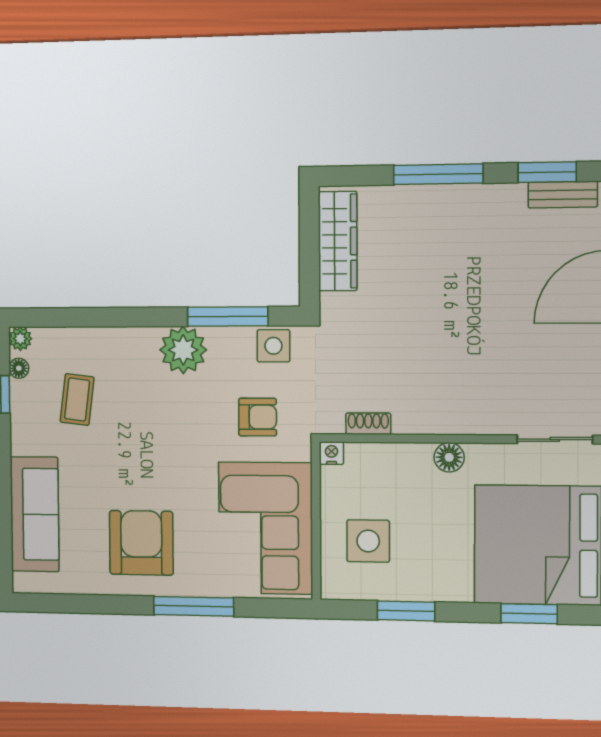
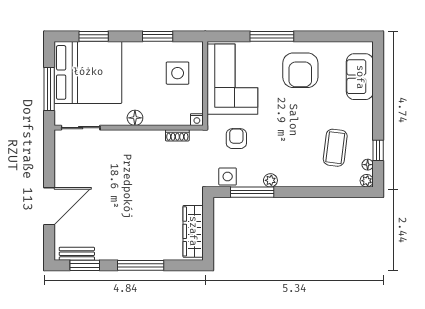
plant: (183, 350) -> (270, 180), width x0.53, depth x0.53
coffee table: (77, 399) -> (335, 148), width x1.36, depth x1.30
armchair: (258, 417) -> (236, 139), turned 90
sofa: (35, 514) -> (360, 77), width x0.73

